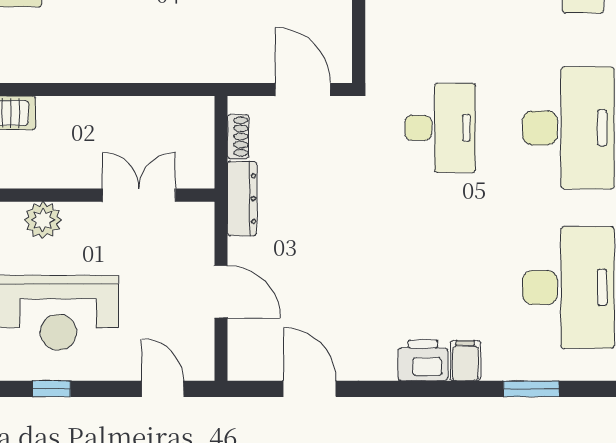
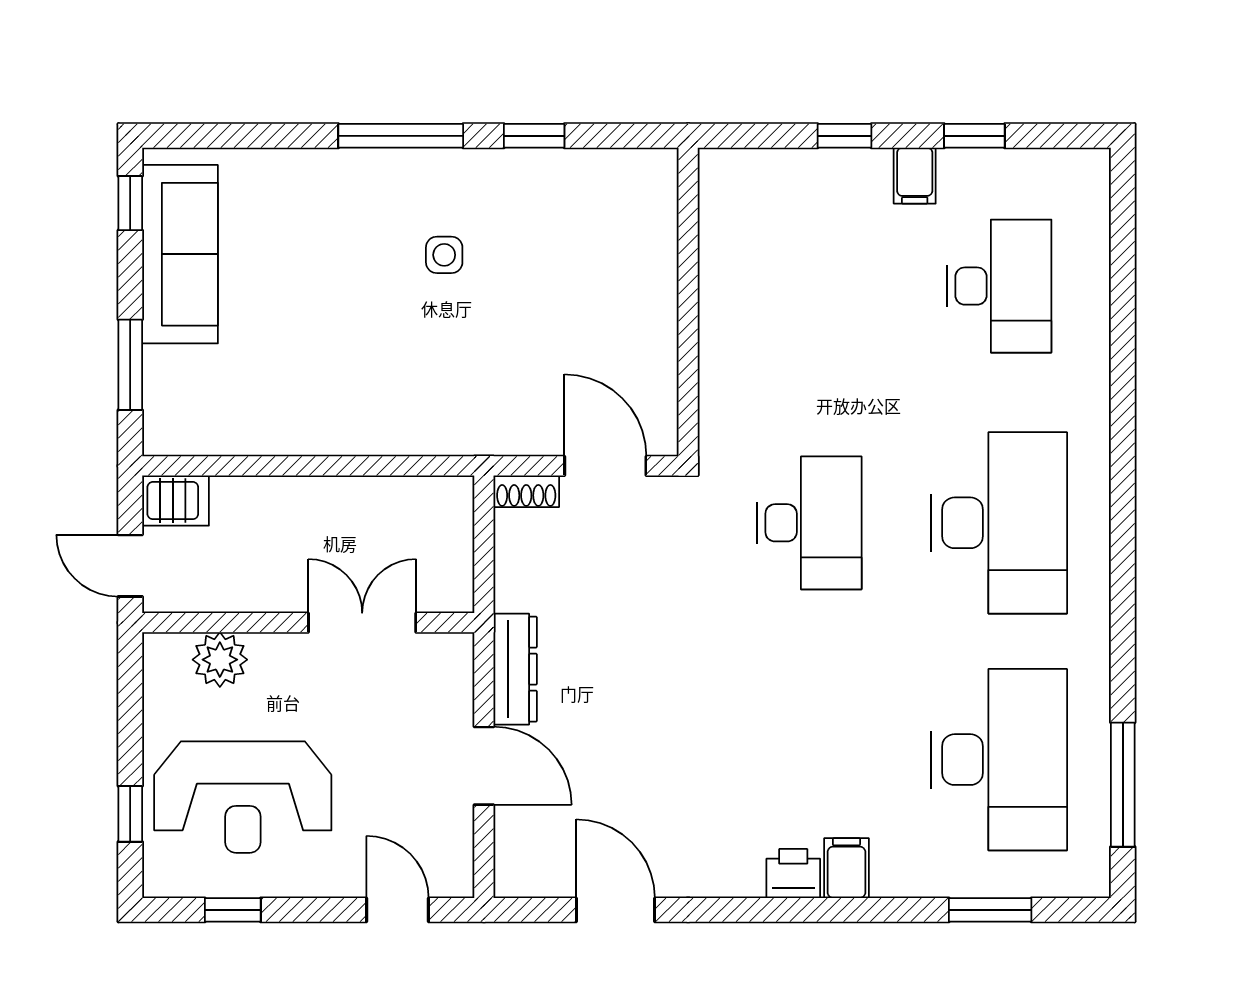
shoe rack: (238, 137) -> (526, 491), moved, turned 90
dresser: (242, 199) -> (515, 669), moved
printer: (423, 360) -> (793, 873), width x0.73, depth x0.81
window: (531, 389) -> (990, 910), moved

